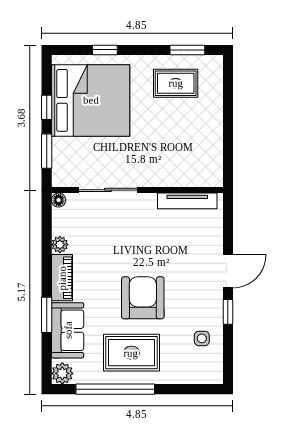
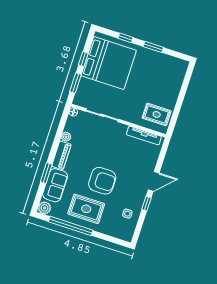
window: (187, 50) -> (153, 47), moved
rug: (176, 83) -> (157, 114), moved
armchair: (143, 298) -> (102, 181), turned 90

